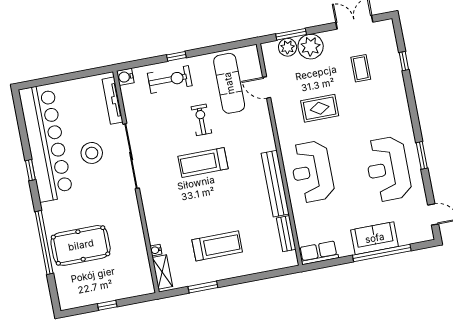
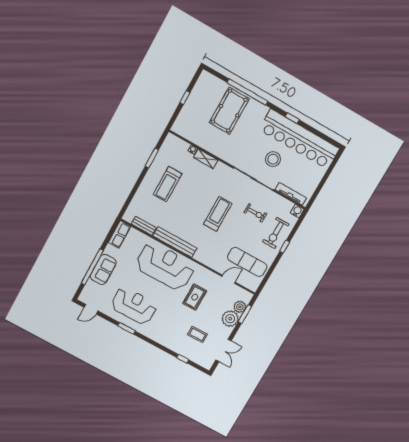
exercise bike: (201, 120) -> (255, 213), moved
reception desk: (312, 172) -> (165, 266), width x1.36, depth x1.30
shelving: (162, 272) -> (206, 159), moved

